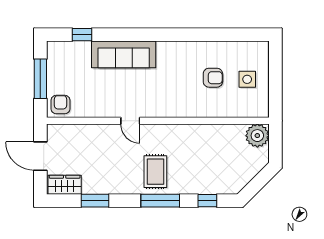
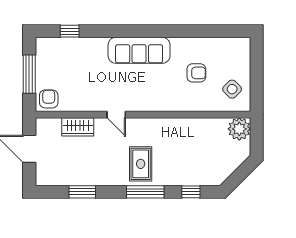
sofa: (124, 54) -> (139, 50), moved
side table: (247, 79) -> (232, 89), moved, turned 45
wardrobe: (65, 185) -> (78, 127), moved, turned 180

